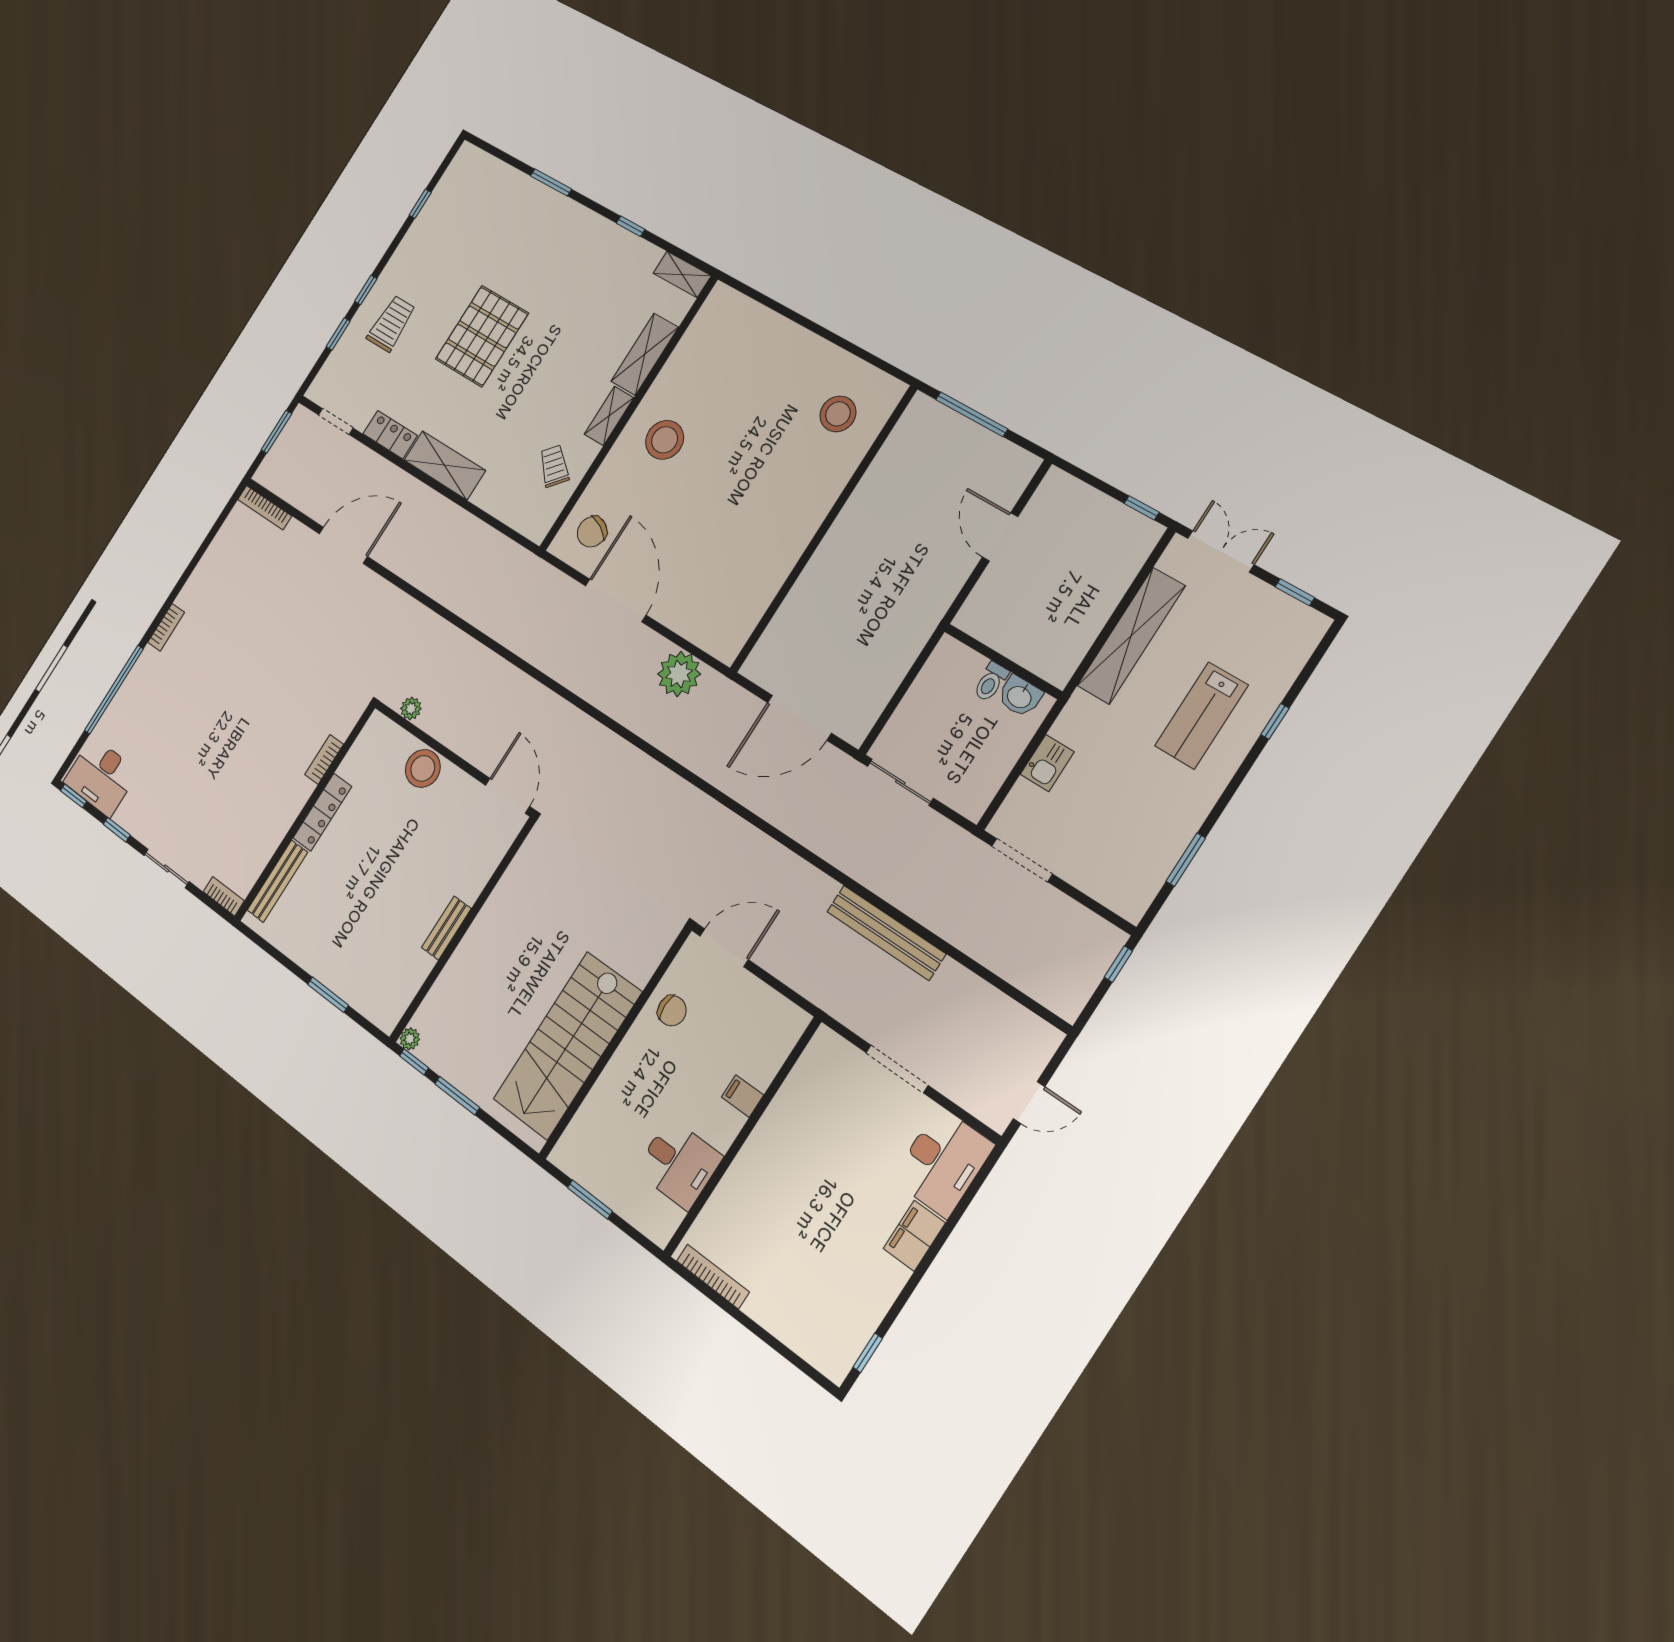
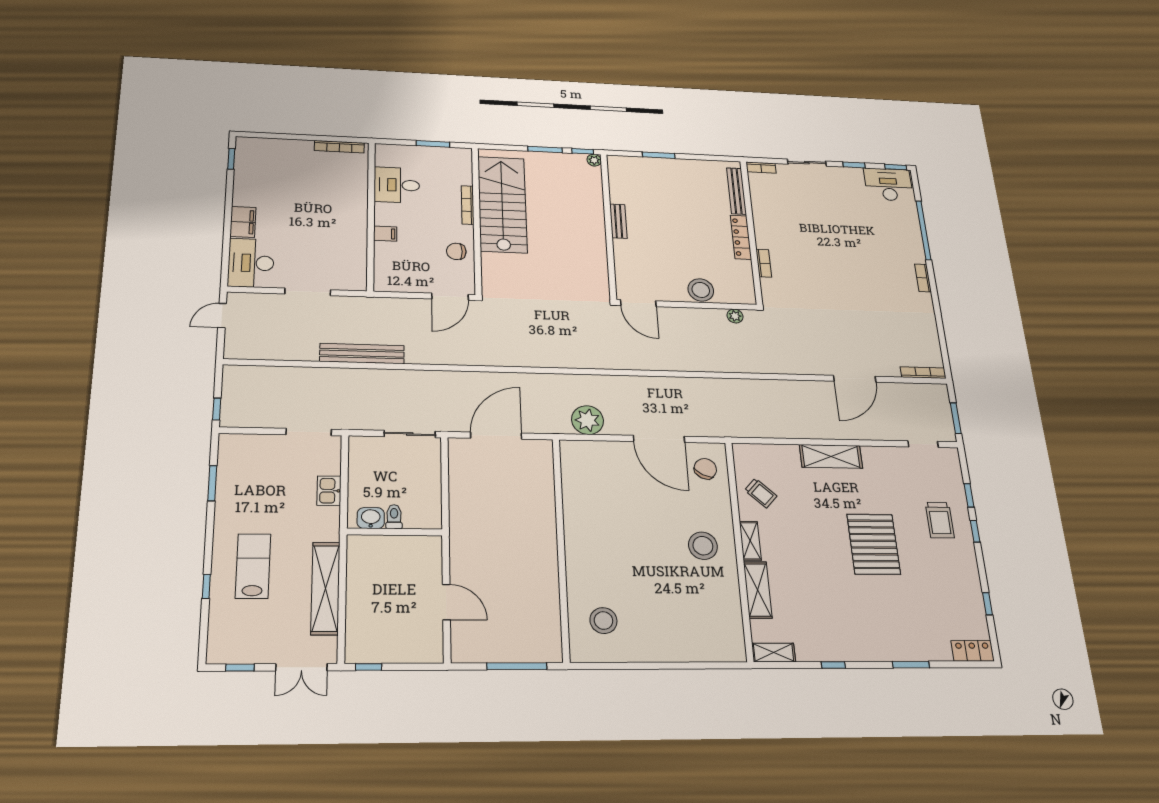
locker: (390, 435) -> (973, 651), moved, turned 180
bookcase: (611, 1073) -> (468, 205), added

